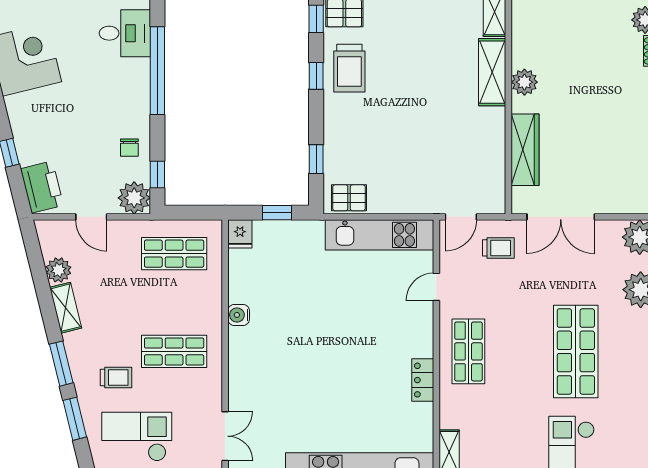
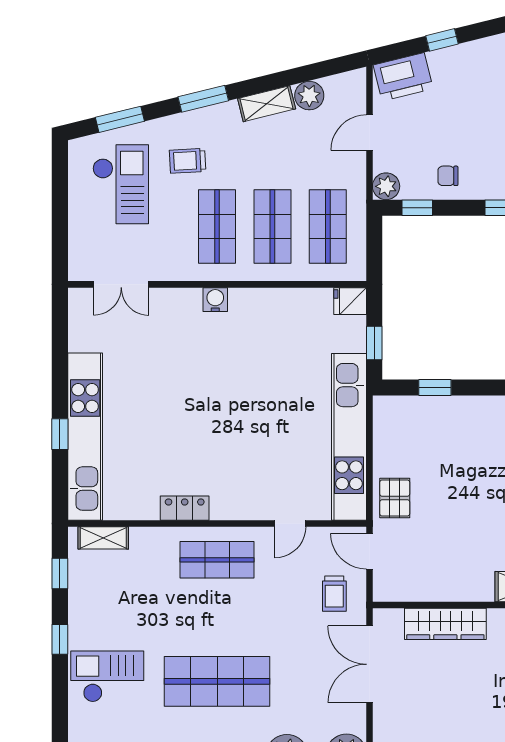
plant: (134, 198) -> (386, 186), width x0.73, depth x0.73
pallet: (349, 198) -> (395, 498), moved
kitchen unit: (380, 235) -> (349, 437), width x1.36
door: (436, 287) -> (290, 524), swing flipped
shop shelf: (174, 303) -> (272, 227), added
water cooler: (239, 315) -> (215, 300), moved
trolley: (116, 377) -> (188, 161), turned 87
window: (75, 419) -> (120, 119), moved

